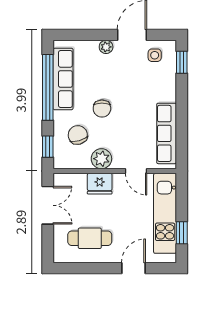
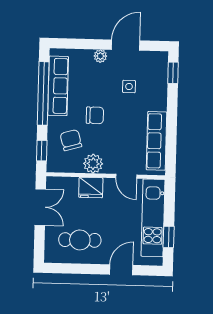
side table: (155, 55) -> (129, 87), moved
chair: (102, 109) -> (95, 115), turned -90

